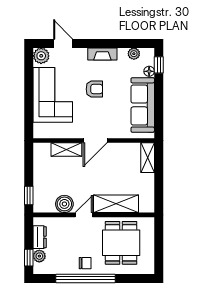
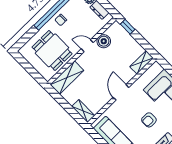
shelving: (66, 149) -> (142, 62), moved
shelving: (116, 204) -> (67, 78), moved
door: (84, 215) -> (87, 46), swing flipped

